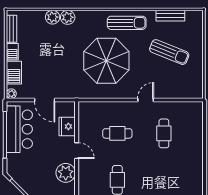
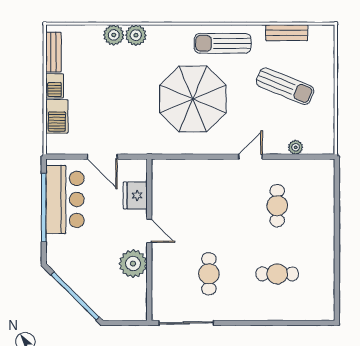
sun lounger: (127, 23) -> (223, 43), turned 180
plant: (11, 94) -> (296, 147), moved
cafe table: (117, 133) -> (277, 274), moved

